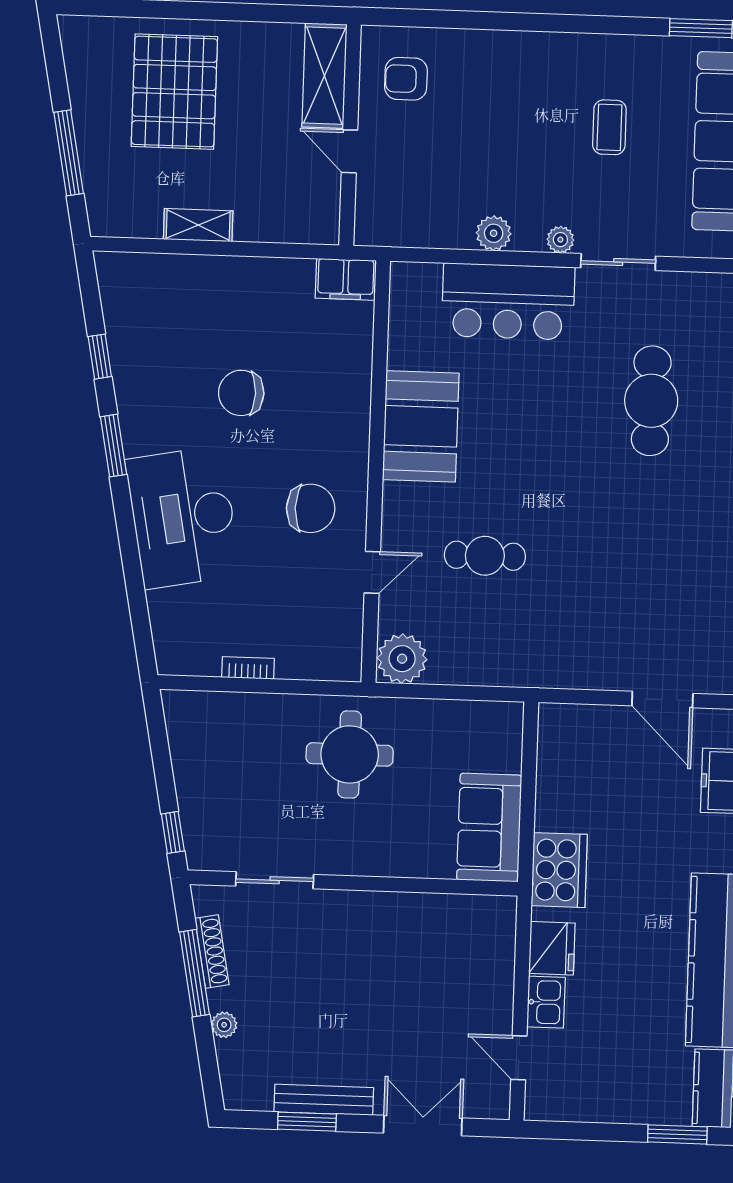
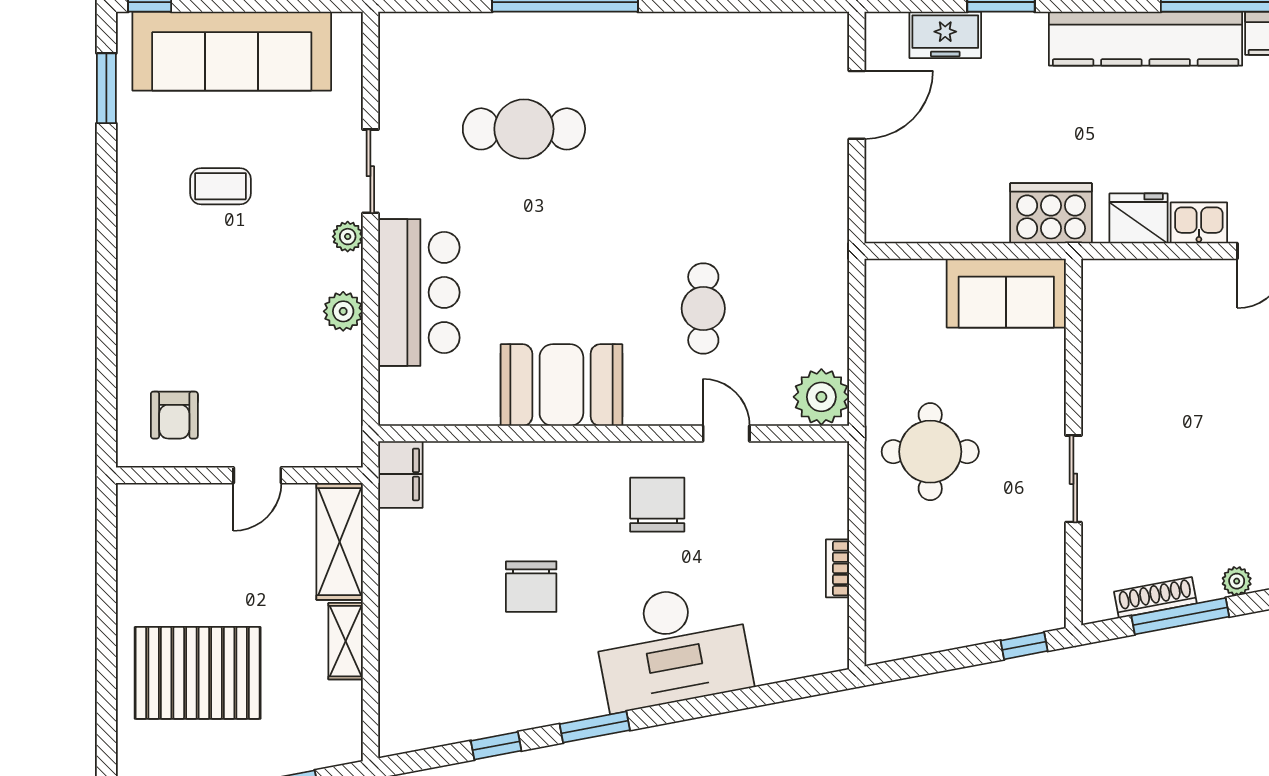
shelving: (324, 76) -> (340, 542), moved, turned 90
sliding door: (275, 880) -> (1073, 479), moved

